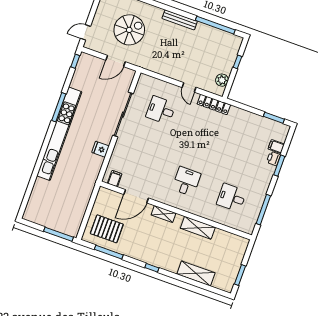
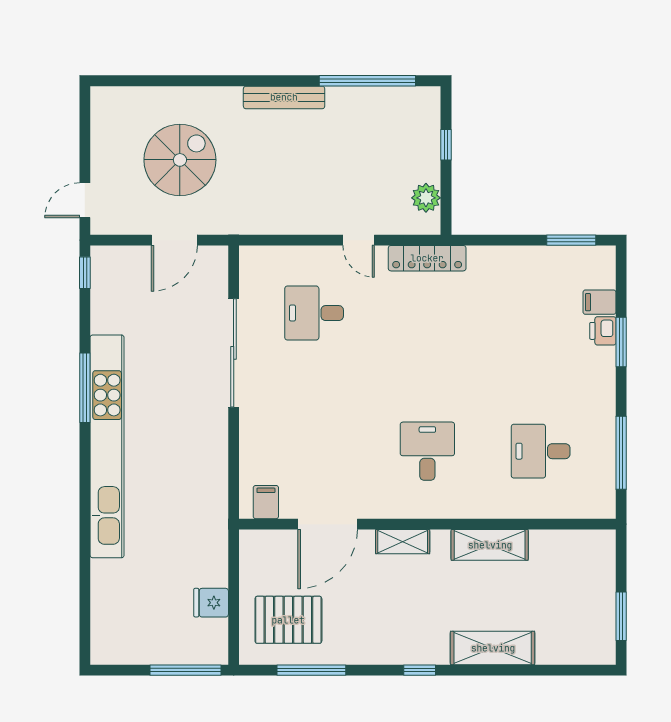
fridge: (100, 149) -> (211, 603), moved
shelving: (196, 273) -> (493, 648), moved

